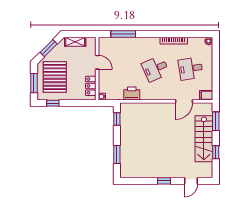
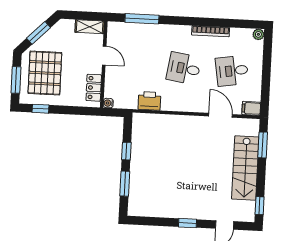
shelving: (75, 42) -> (90, 27), moved
desk: (156, 69) -> (184, 68), turned 33
door: (184, 101) -> (221, 115), swing flipped
window: (117, 119) -> (126, 151), moved
window: (216, 152) -> (260, 206), moved

